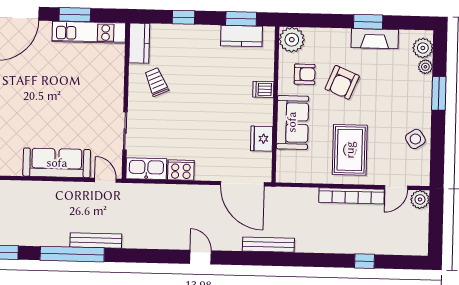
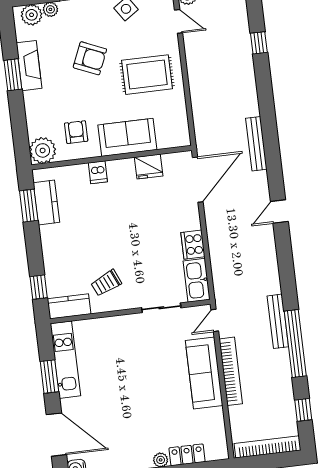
window: (183, 17) -> (39, 287), moved
armchair: (342, 82) -> (90, 58), moved
bookcase: (351, 196) -> (231, 371), moved

